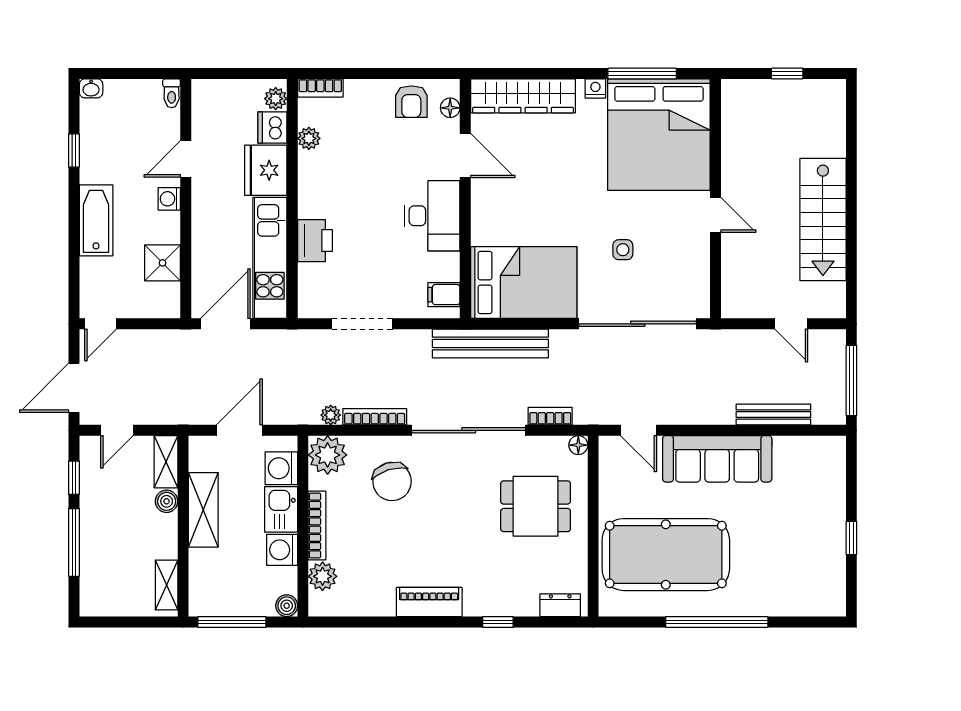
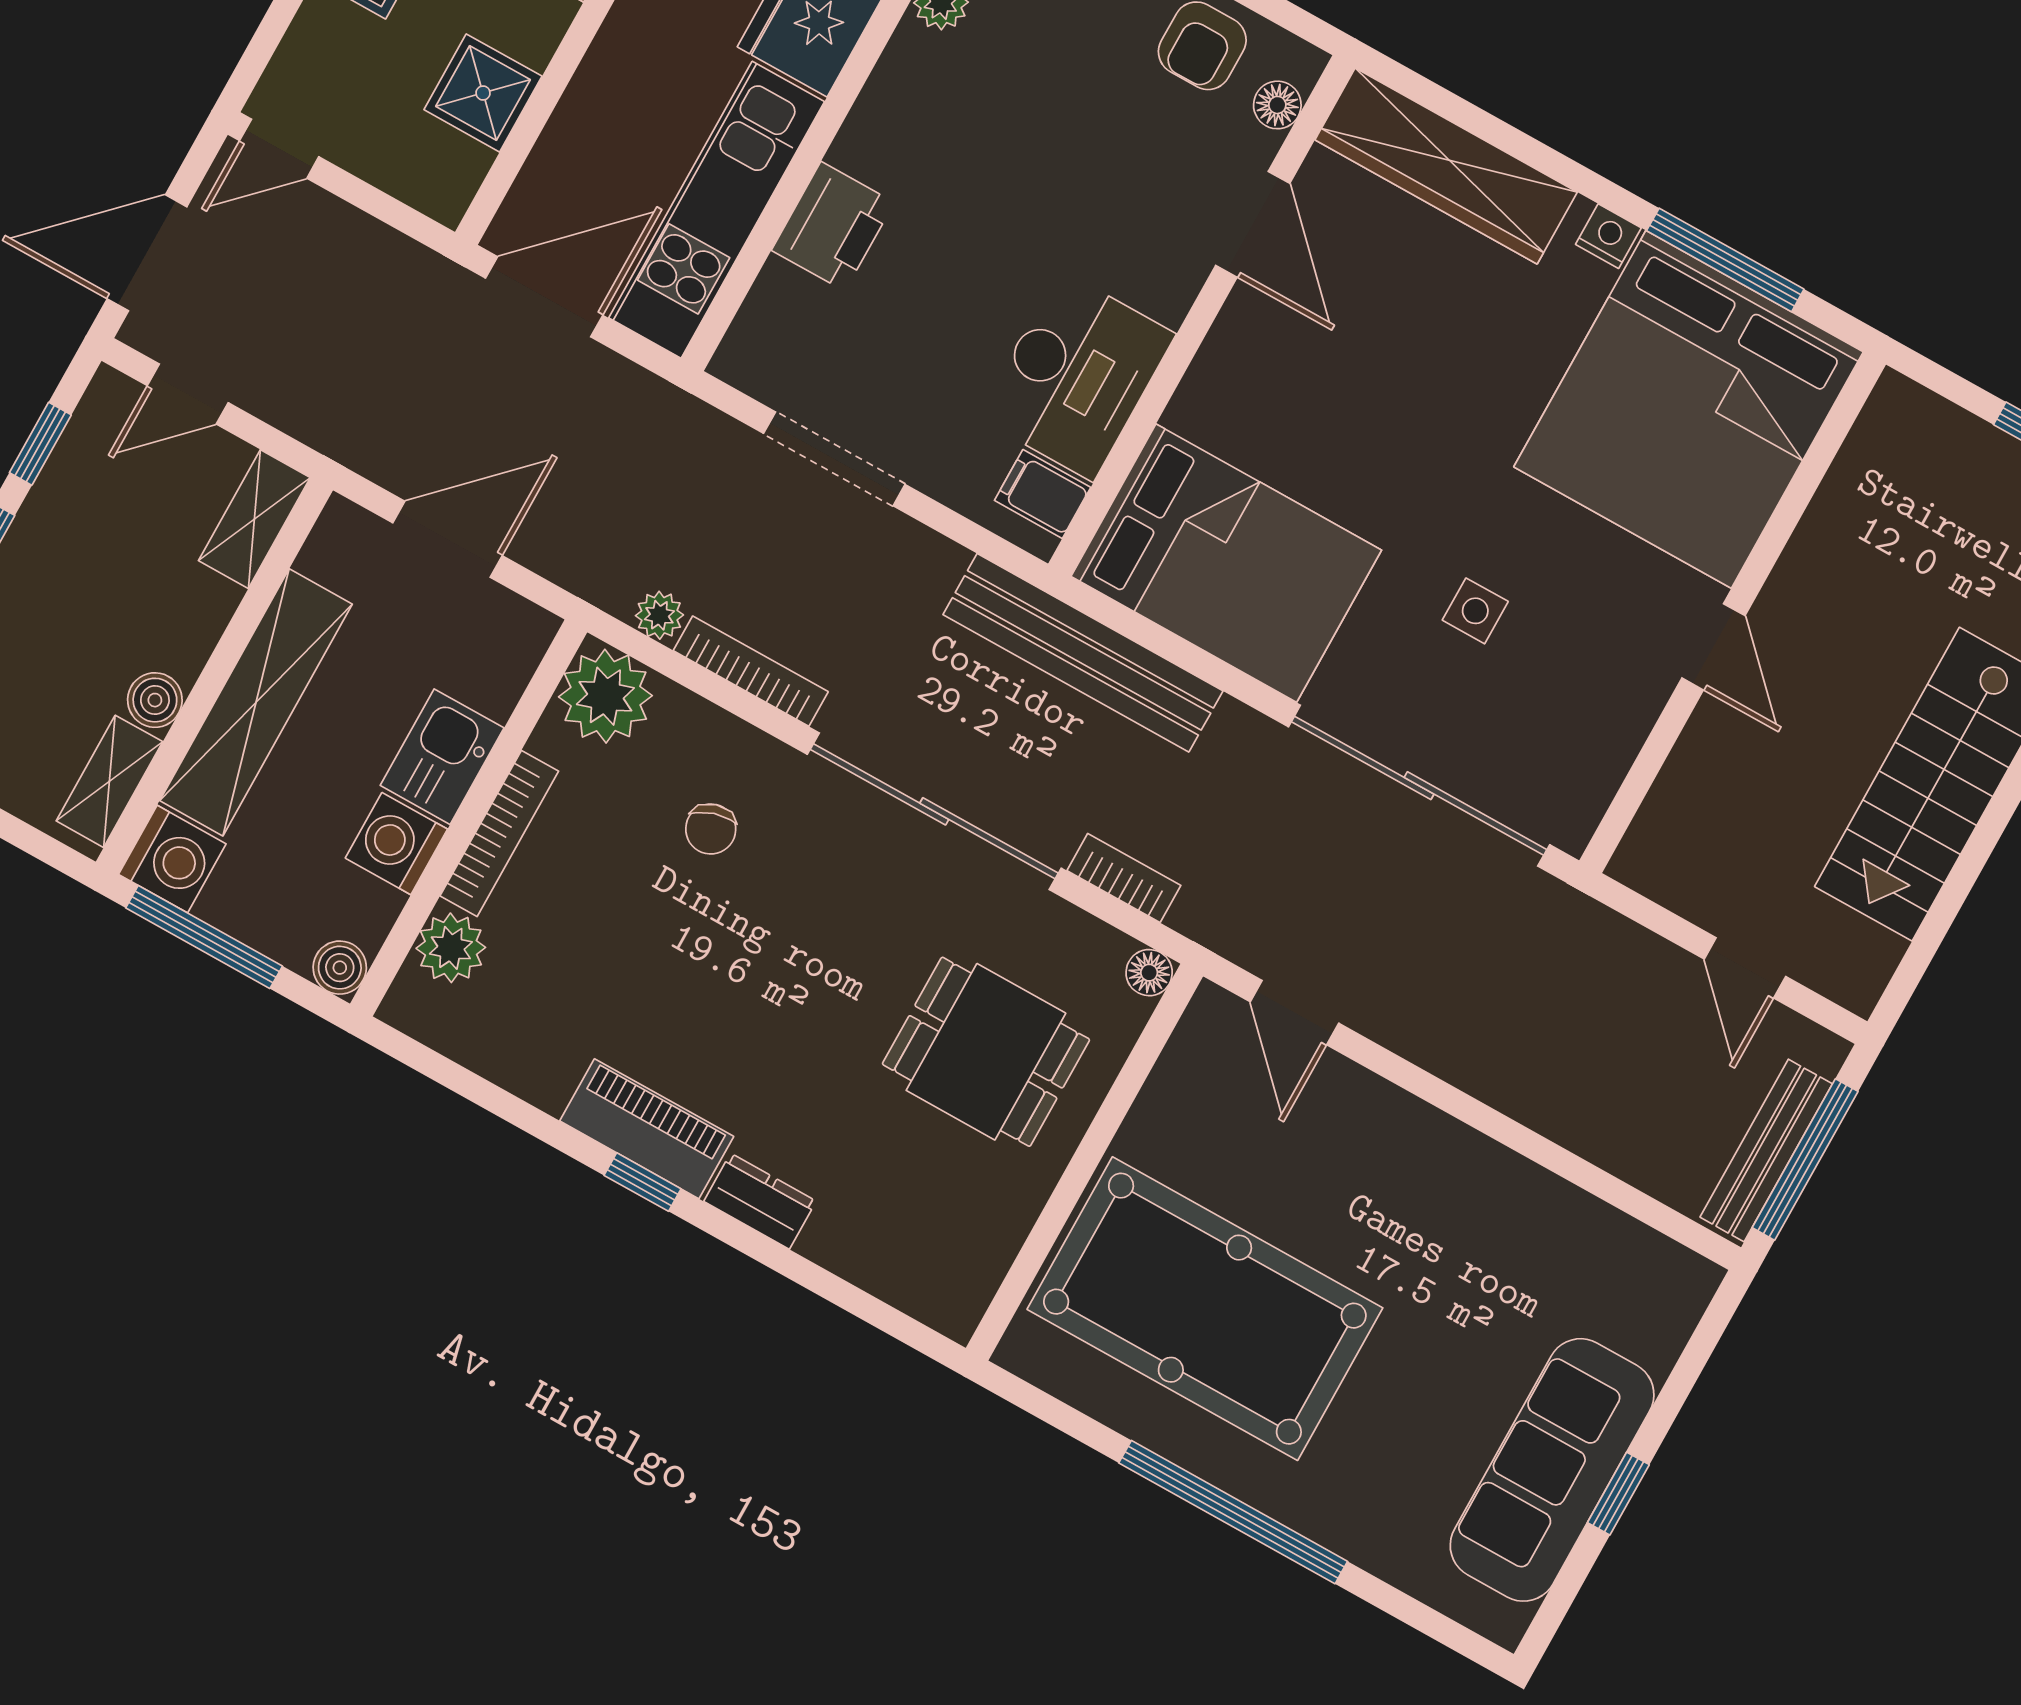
desk: (432, 216) -> (1076, 376), moved
bench: (773, 415) -> (1766, 1151), moved, turned 90
sofa: (717, 459) -> (1552, 1470), moved, turned 90
washing machine: (281, 468) -> (172, 859), moved, turned 180
chair: (392, 481) -> (711, 829), width x0.54, depth x0.54
boiler: (167, 501) -> (155, 700), moved
shelving: (203, 510) -> (256, 702), width x1.47
dresser: (560, 605) -> (760, 1201), moved
window: (498, 622) -> (643, 1182), moved

